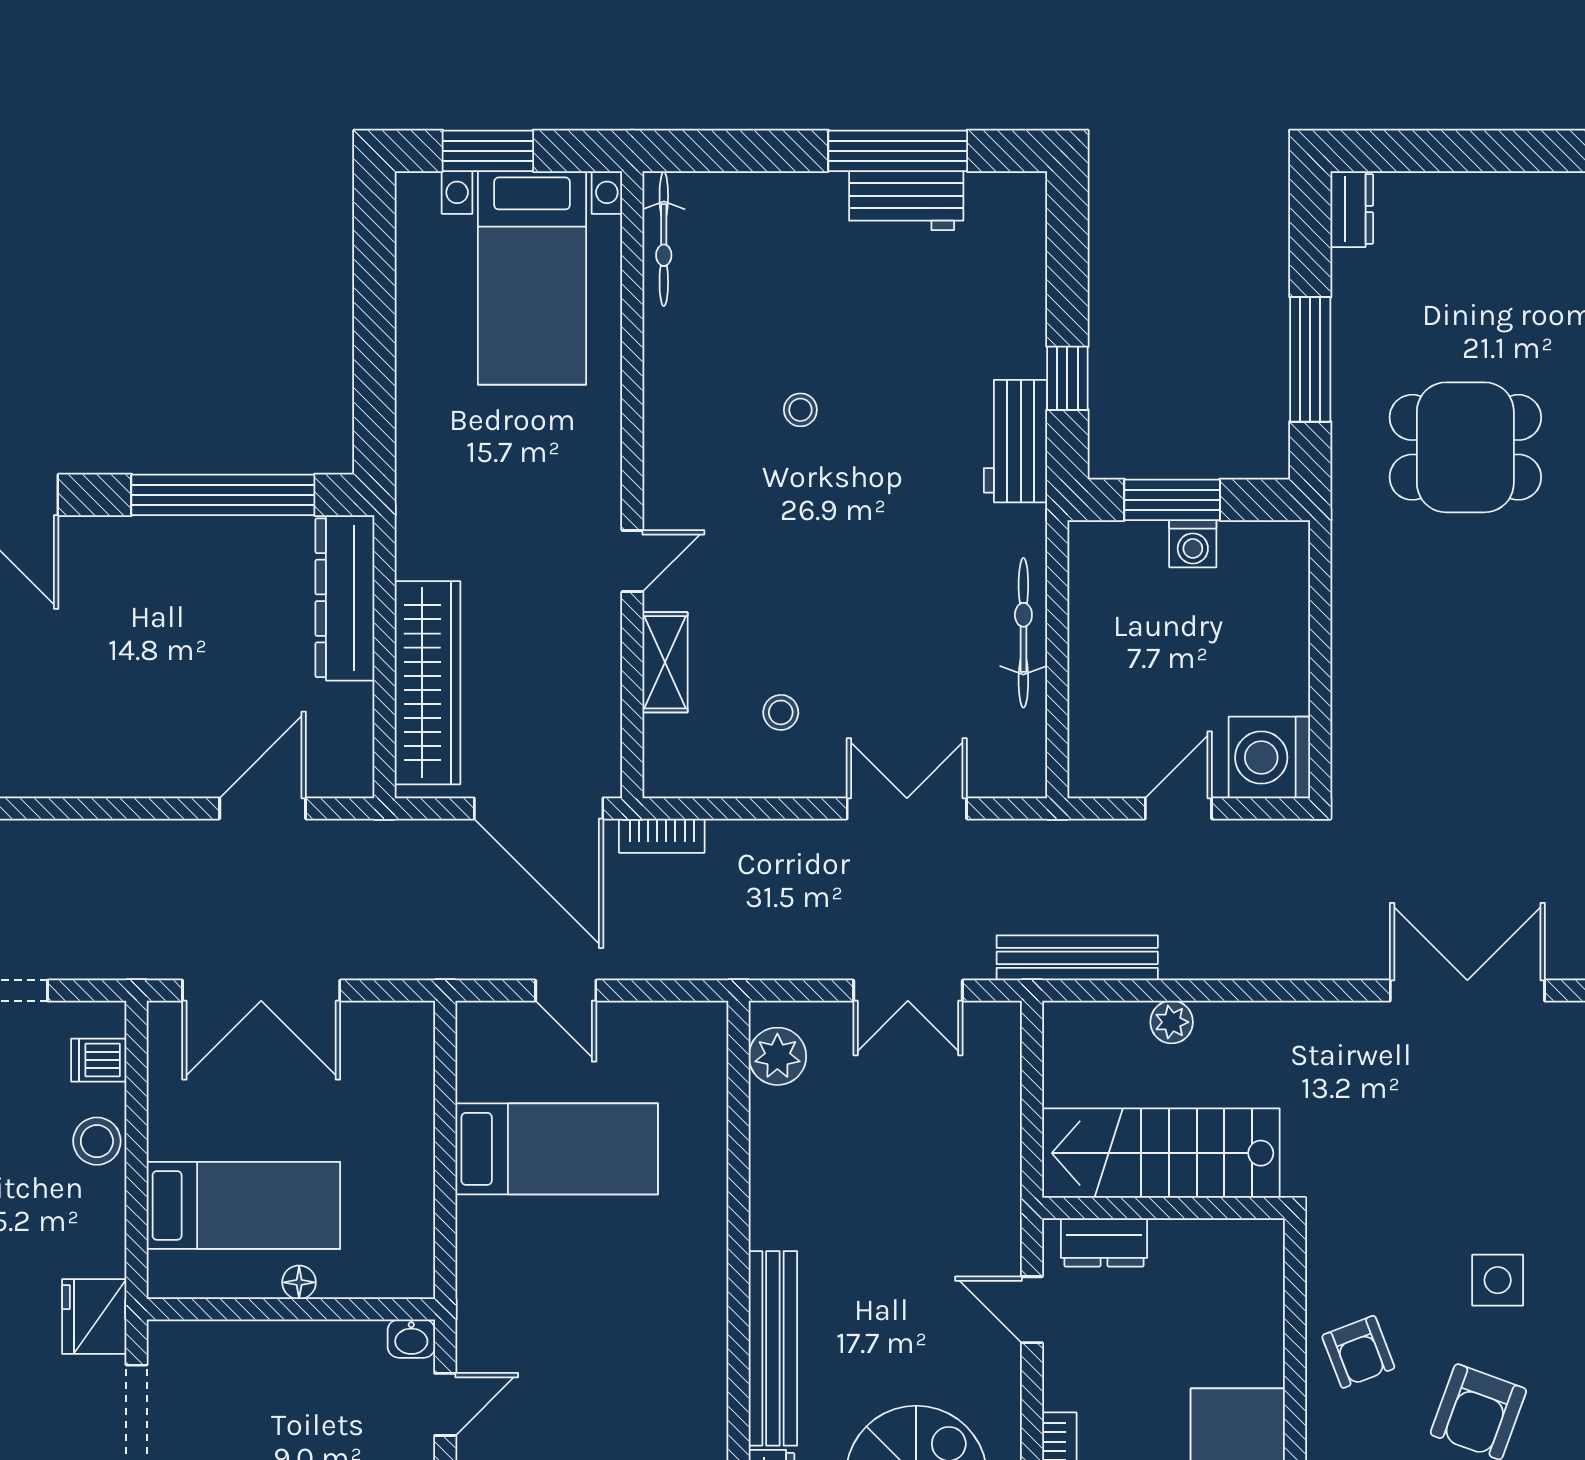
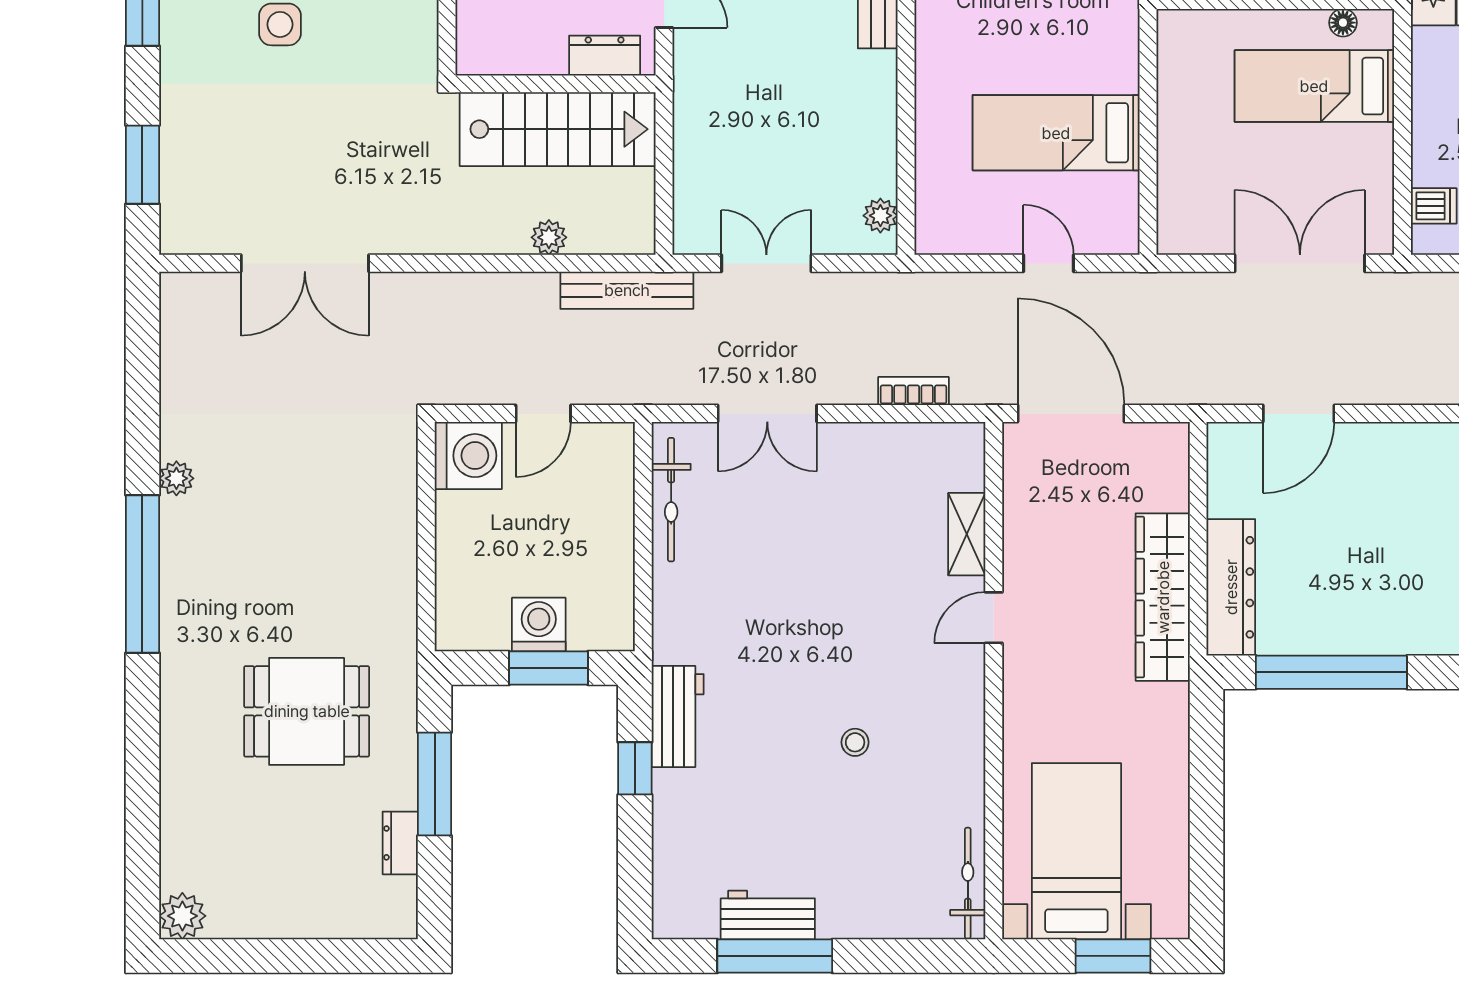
dresser: (1352, 209) -> (400, 843), moved
washing machine: (1193, 544) -> (539, 625), width x1.38, depth x1.38
bicycle: (1023, 633) -> (671, 500), moved
wardrobe: (427, 683) -> (1163, 597), moved
stool: (781, 712) -> (871, 493), removed
bookcase: (662, 836) -> (914, 391), moved
plant: (777, 1056) -> (880, 216), width x0.73, depth x0.73
stool: (97, 1141) -> (1435, 139), removed
floor lamp: (299, 1282) -> (1343, 23), moved

